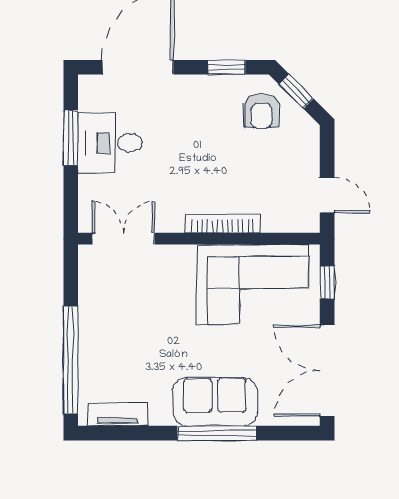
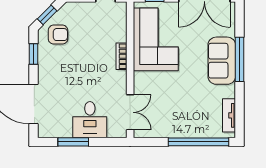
desk: (110, 143) -> (90, 120), moved
bookcase: (223, 223) -> (121, 56), width x0.64
double door: (123, 239) -> (130, 112), swing flipped

